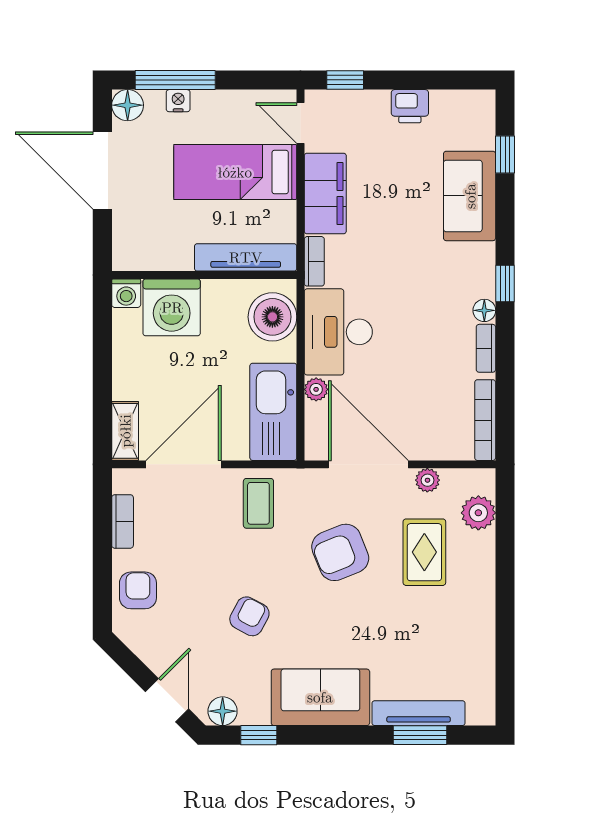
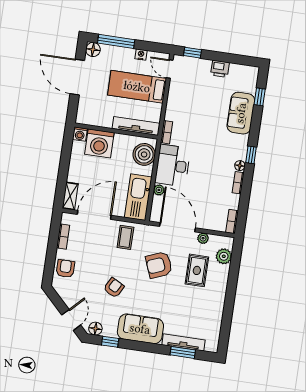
nightstand: (178, 101) -> (141, 55), moved
filing cabinet: (325, 193) -> (176, 102), removed
bookcase: (485, 420) -> (232, 222), width x0.64

